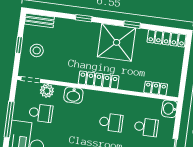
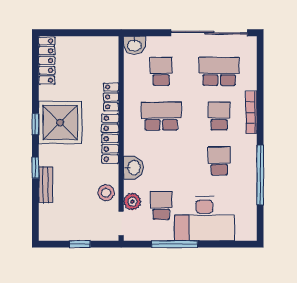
bench: (39, 20) -> (46, 185), moved
window: (132, 25) -> (35, 124), moved
stool: (37, 50) -> (106, 193), moved
locker: (156, 88) -> (111, 97), moved
school desk: (111, 122) -> (161, 116), width x1.85

